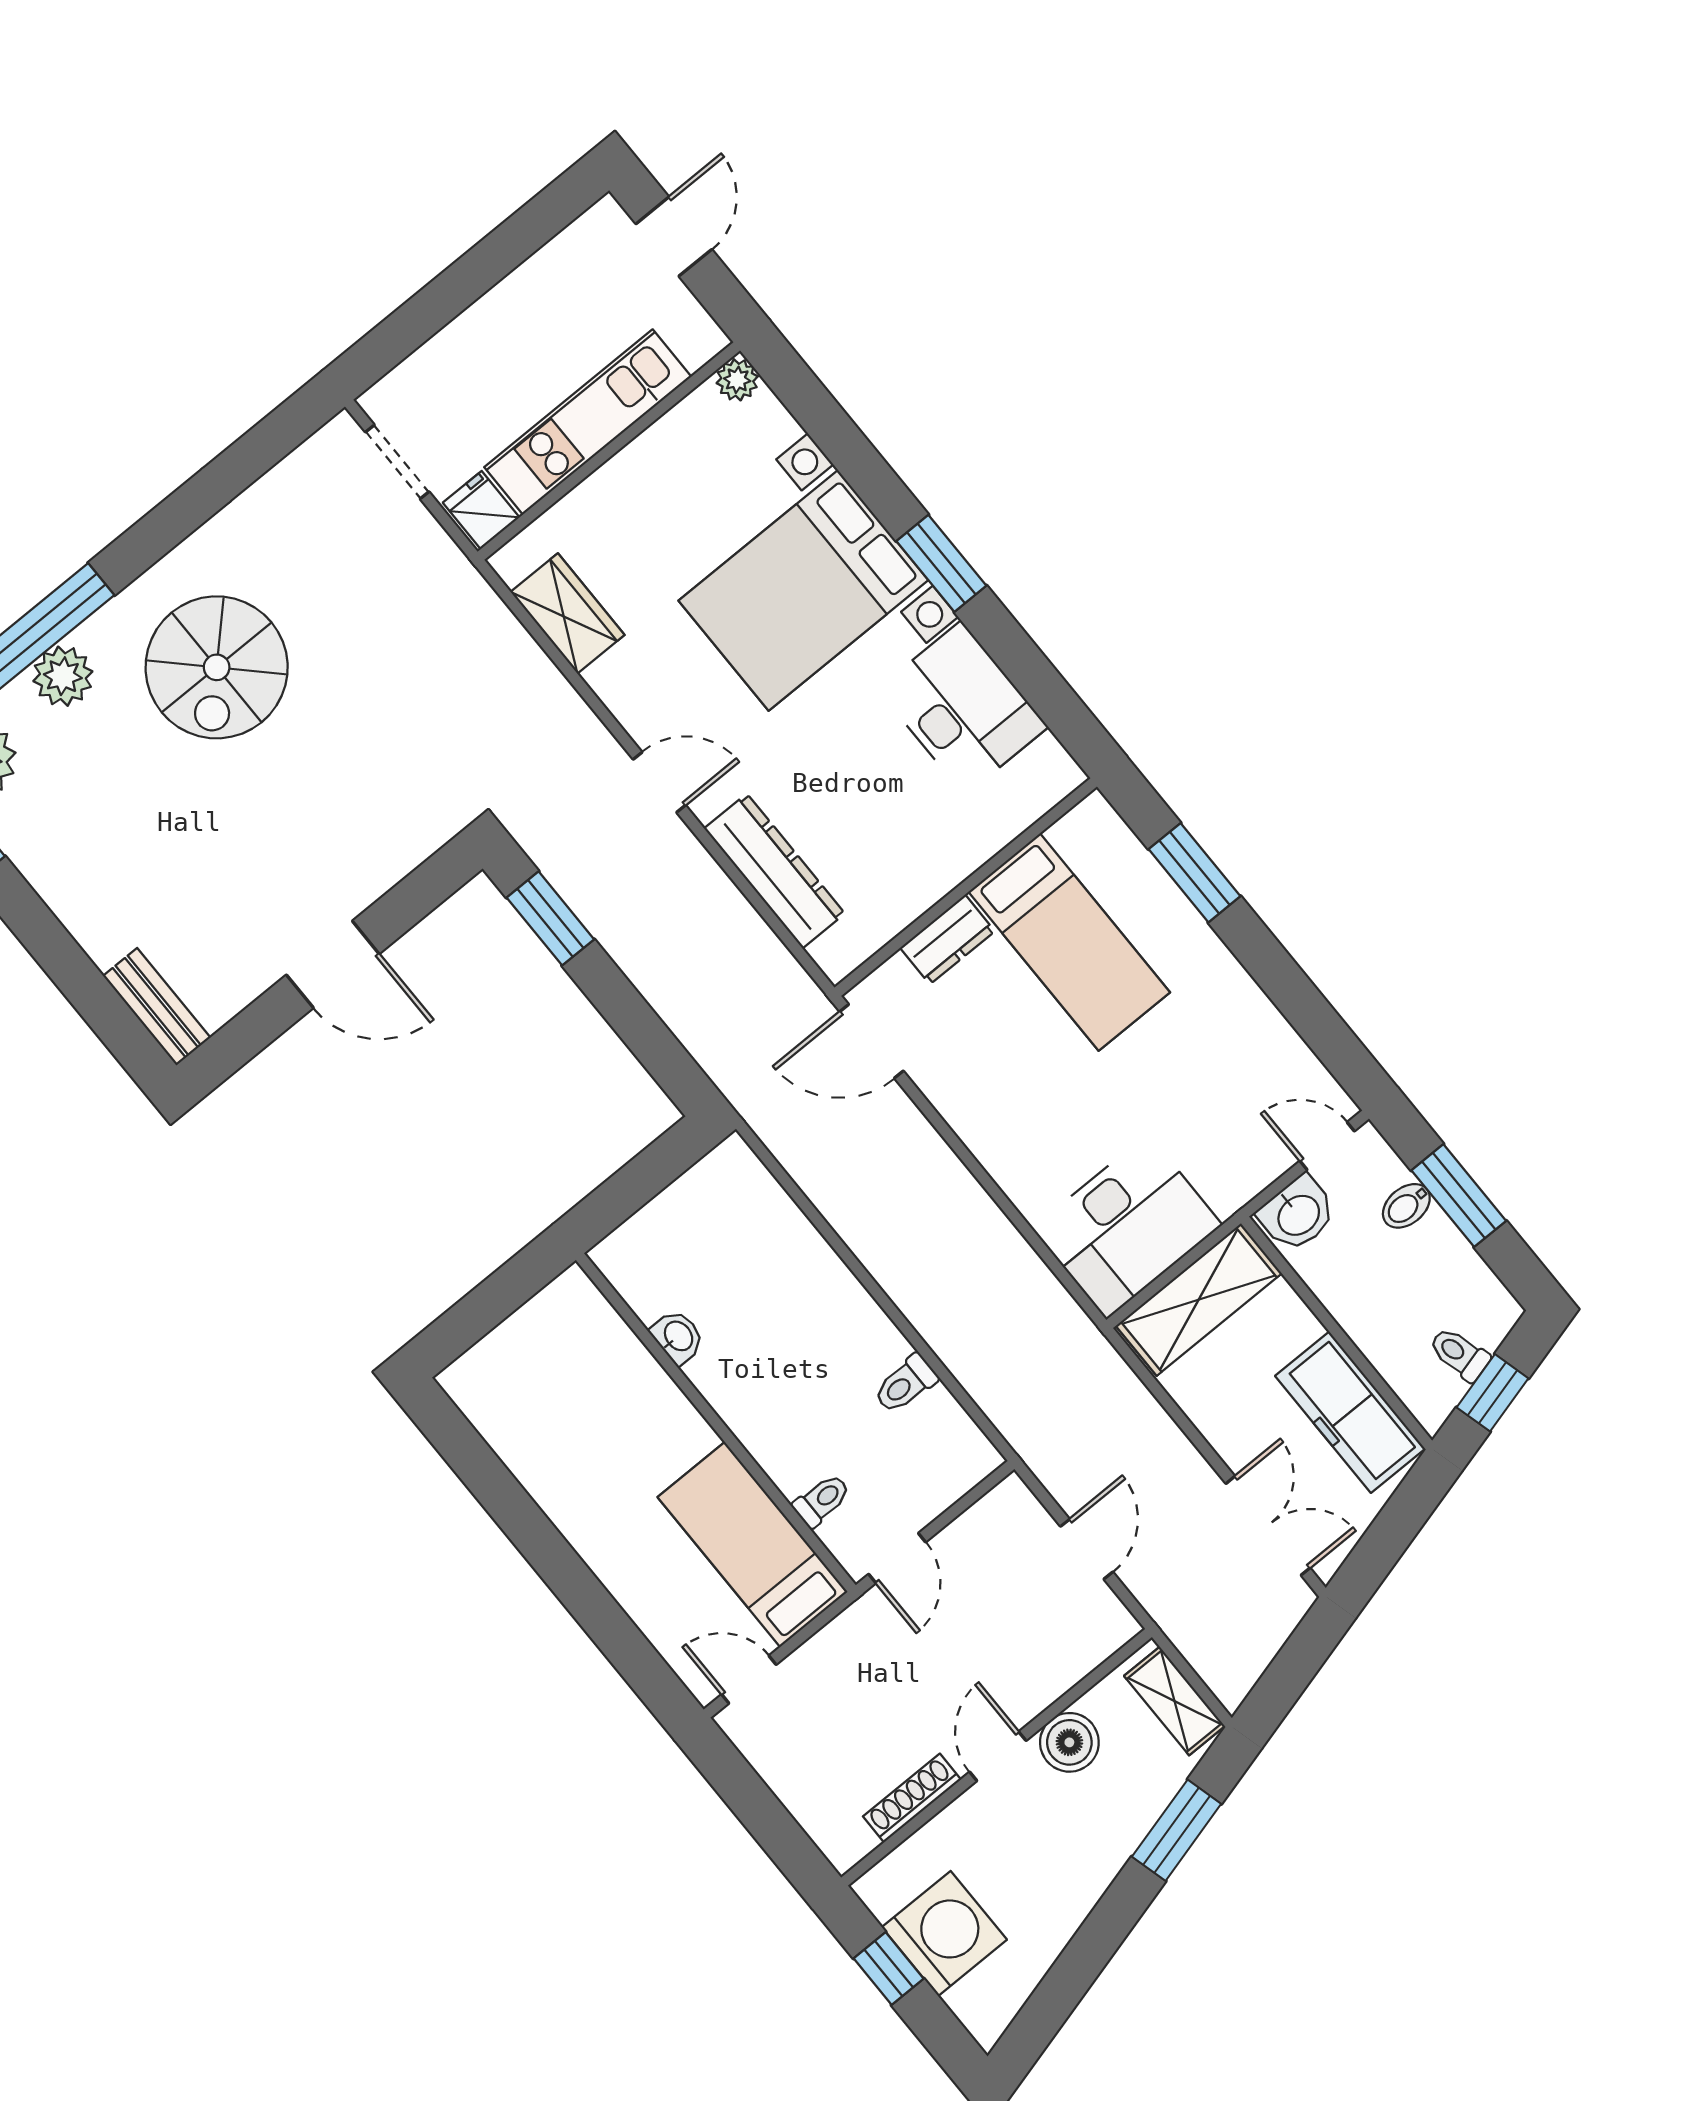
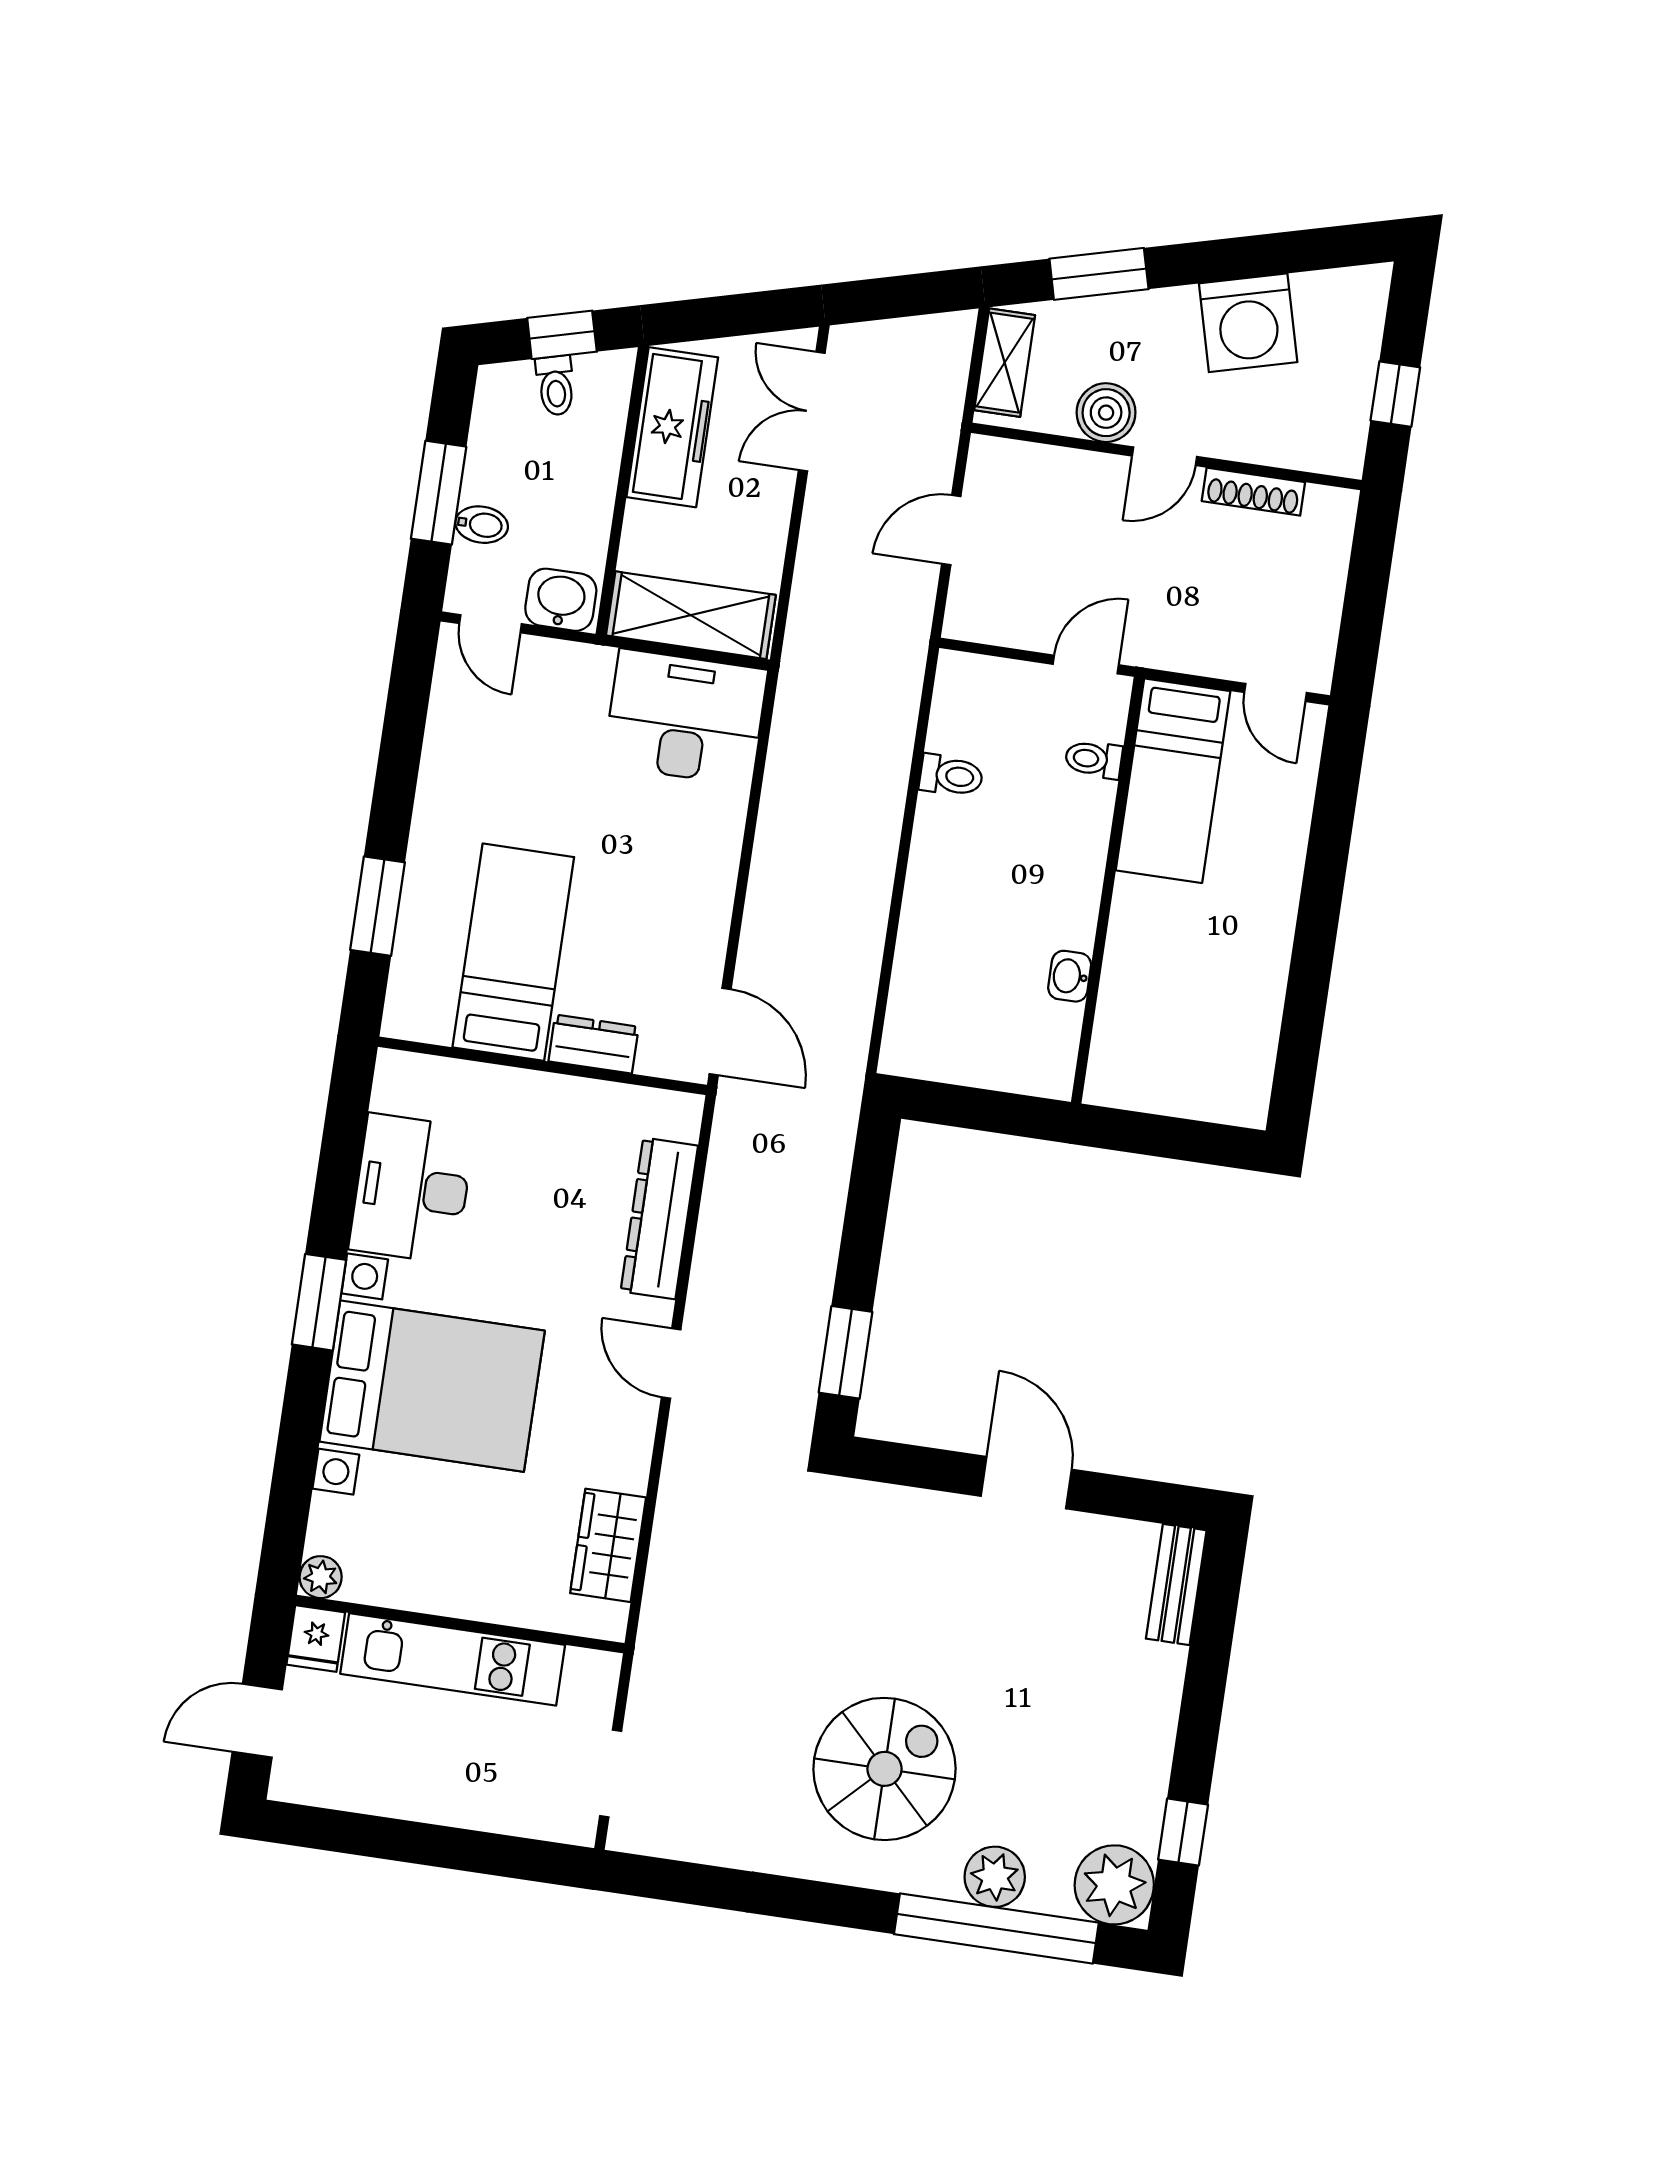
fridge: (481, 510) -> (316, 1638), moved
washing machine: (944, 1933) -> (1248, 323), moved, turned -105

